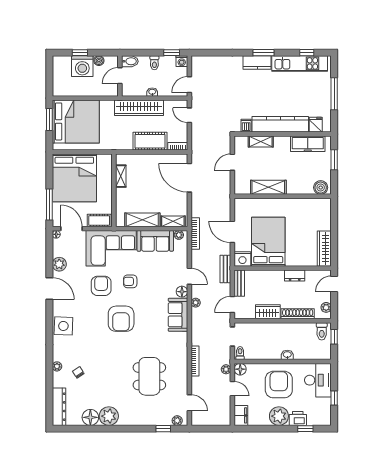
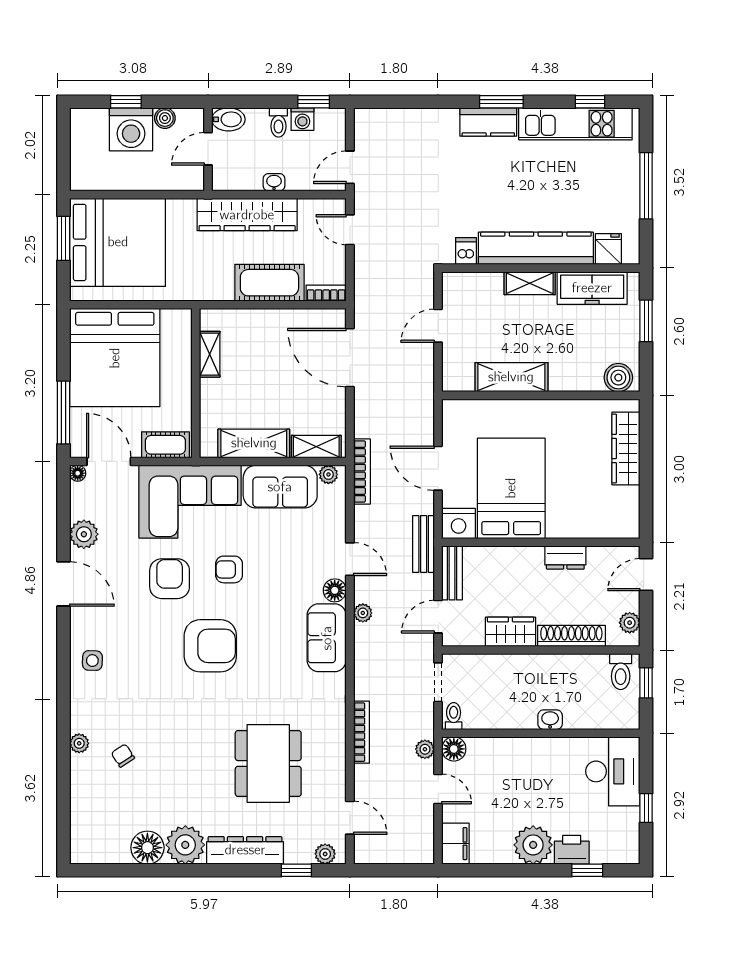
washing machine: (182, 61) -> (302, 119), moved
shelving: (261, 141) -> (530, 283), moved
wardrobe: (324, 249) -> (626, 448), moved
armchair: (121, 319) -> (210, 646), turned -90
side table: (63, 326) -> (92, 661), width x0.54, depth x0.54
armchair: (279, 385) -> (533, 780), removed
dresser: (59, 407) -> (245, 850), moved, turned -90

